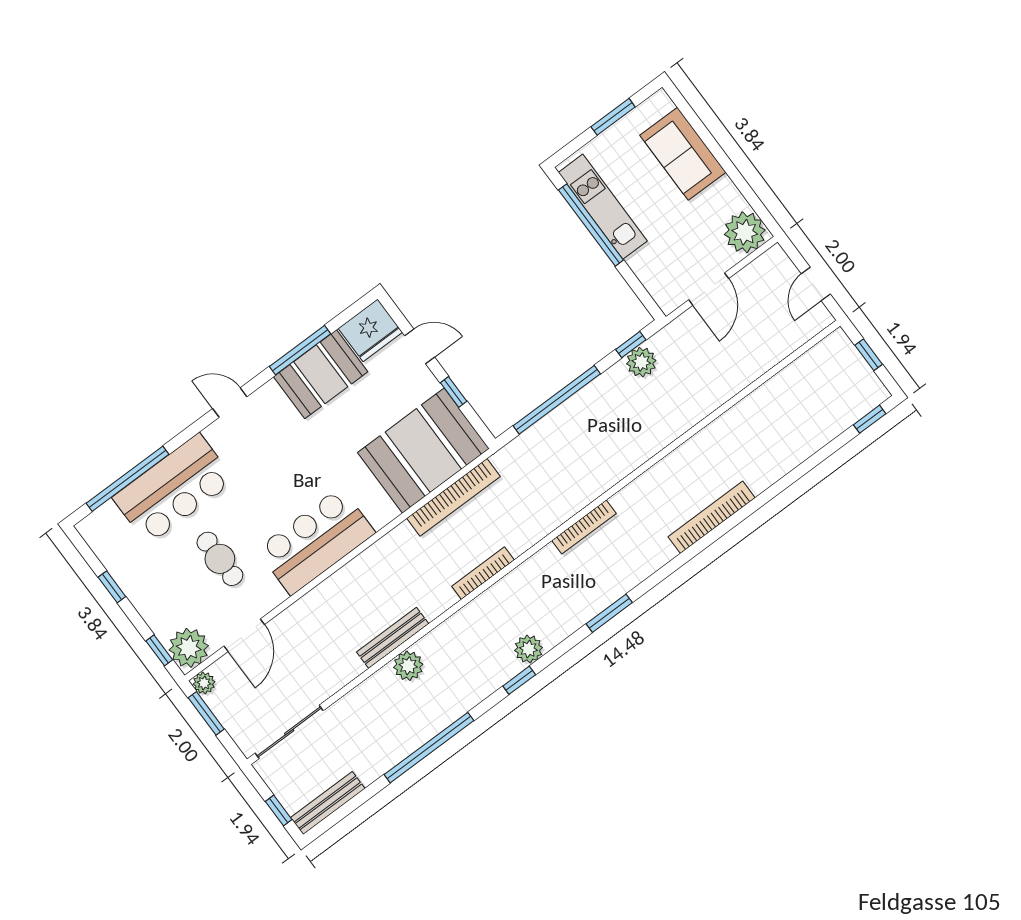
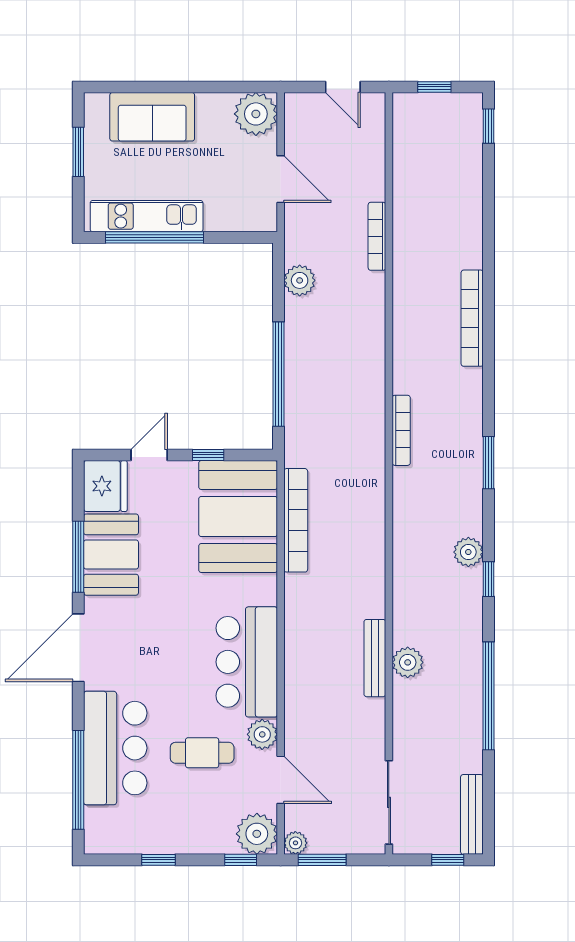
window: (631, 345) -> (279, 278), removed
door: (230, 403) -> (78, 648), width x1.87
bookcase: (483, 573) -> (377, 236), moved
plant: (269, 595) -> (262, 734), added

